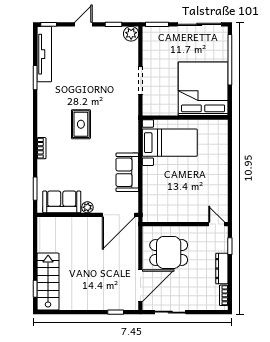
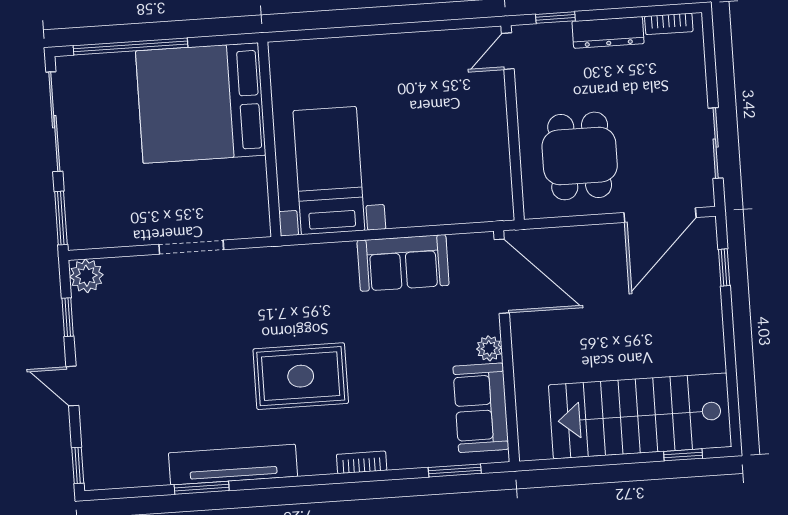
tv unit: (44, 54) -> (233, 465), moved
rug: (81, 124) -> (301, 376), width x1.36, depth x1.43
stairs: (48, 282) -> (640, 416), width x1.36, depth x1.51
door: (140, 286) -> (660, 215), swing flipped

